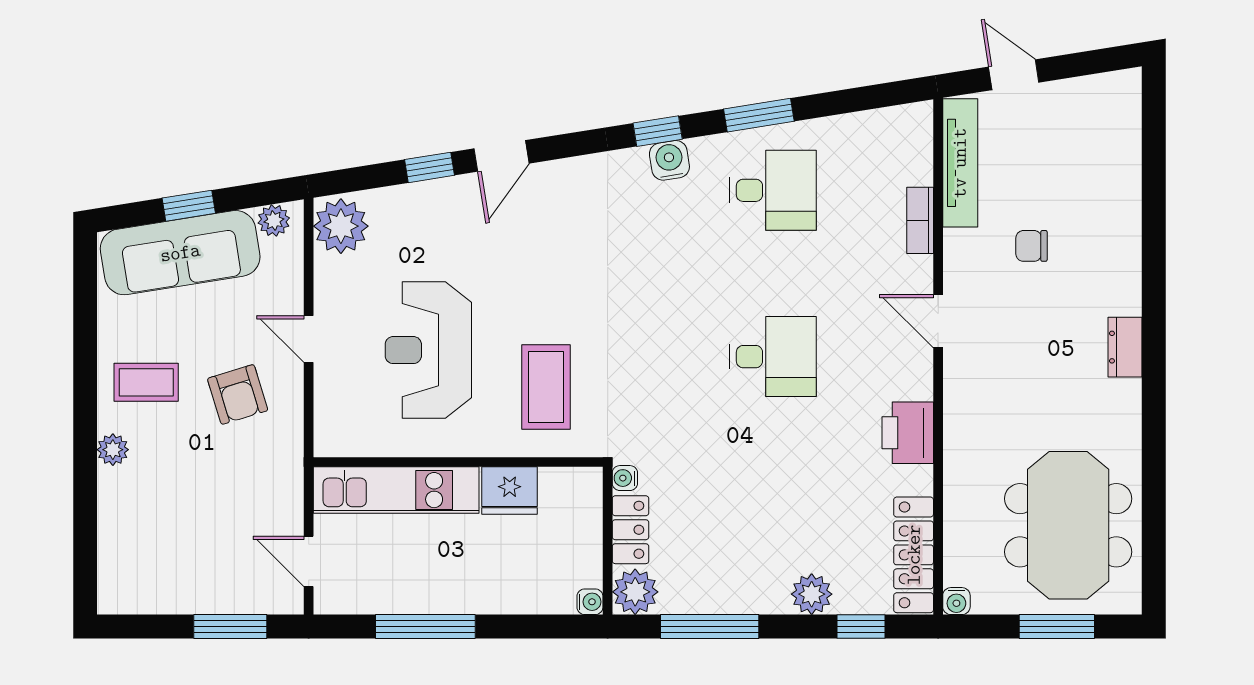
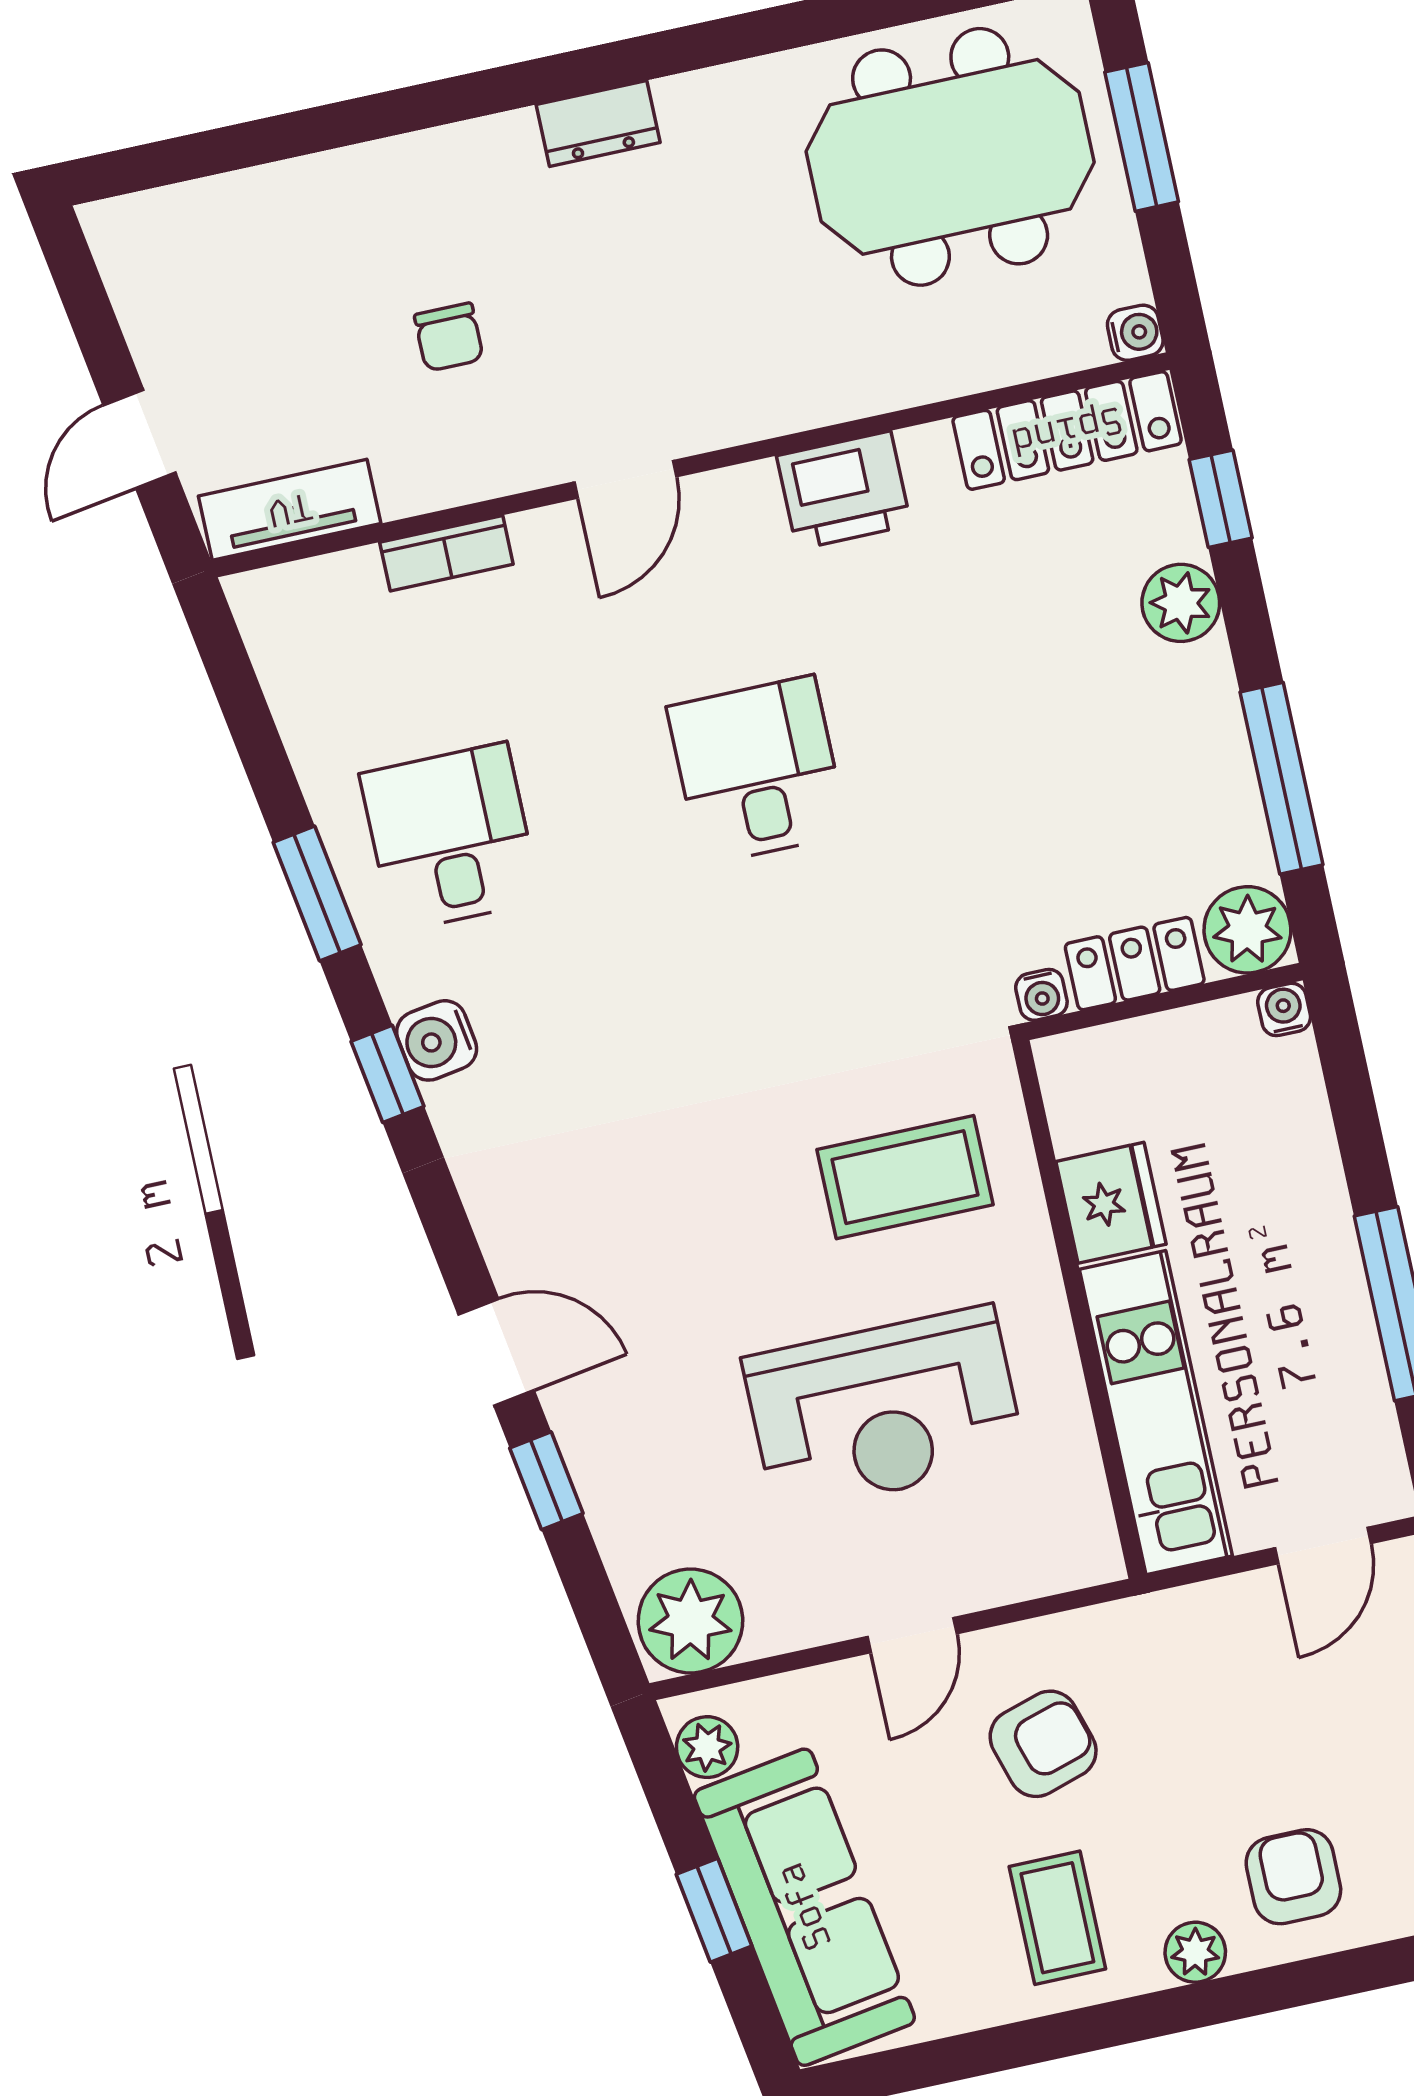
tv unit: (960, 163) -> (290, 510), width x0.71
armchair: (141, 509) -> (1293, 1877), added

